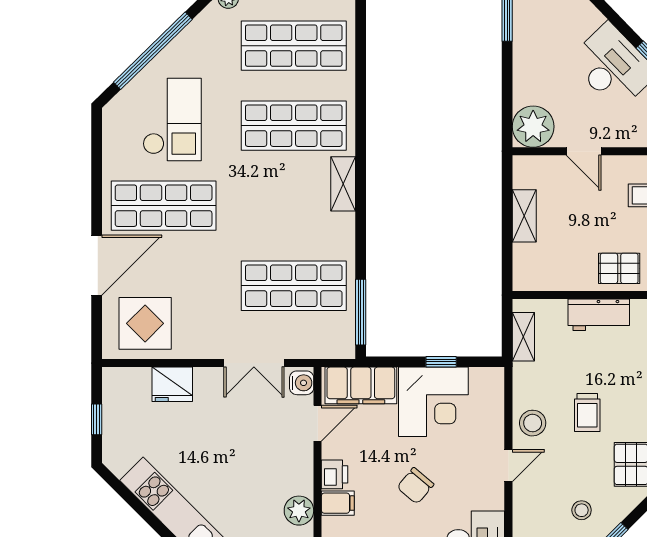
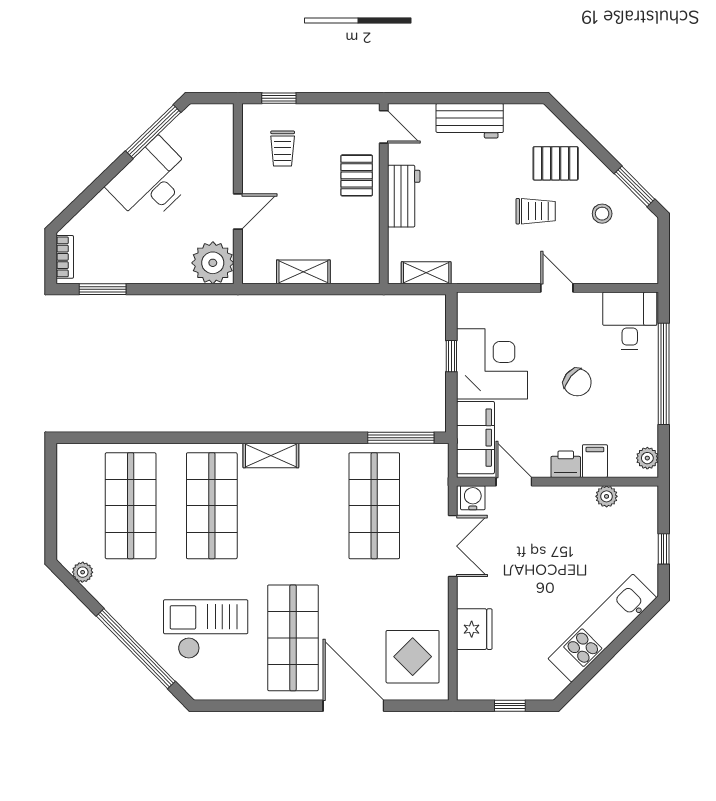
trolley: (587, 413) -> (536, 211), moved
stool: (533, 423) -> (514, 263), removed
plant: (299, 511) -> (607, 496), width x0.73, depth x0.73

